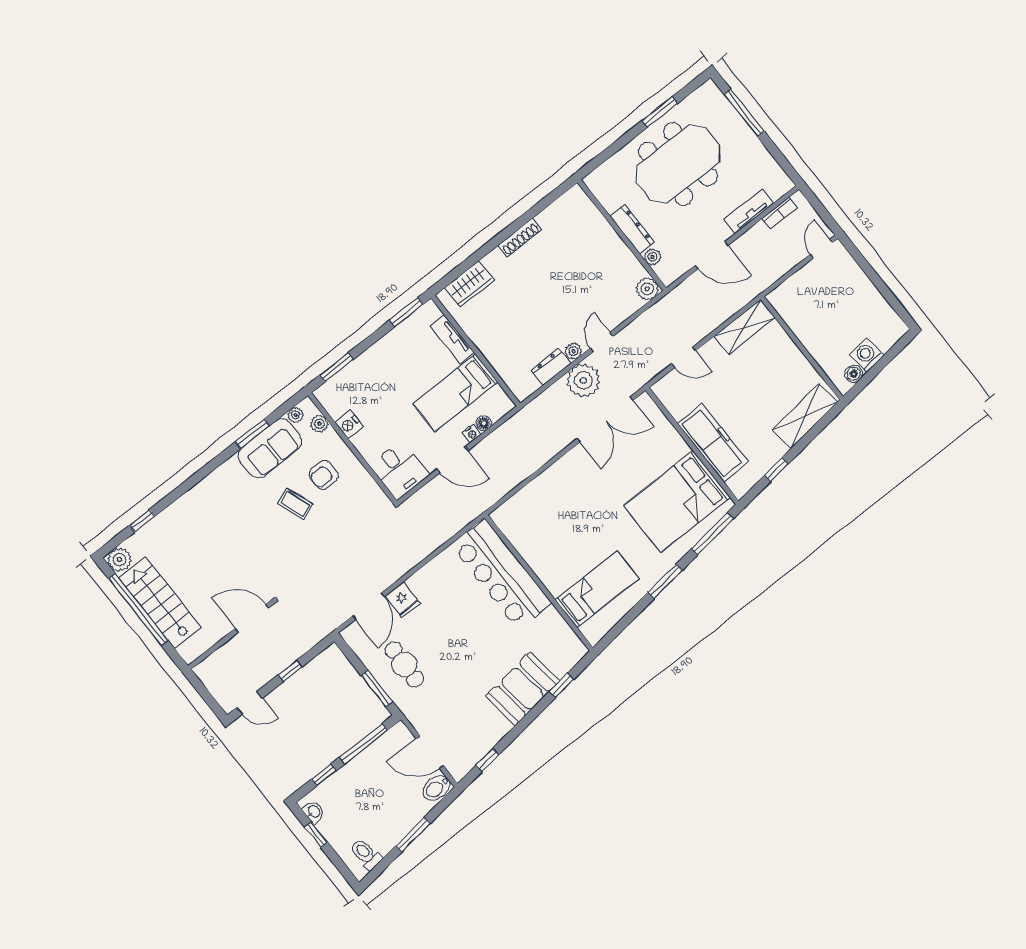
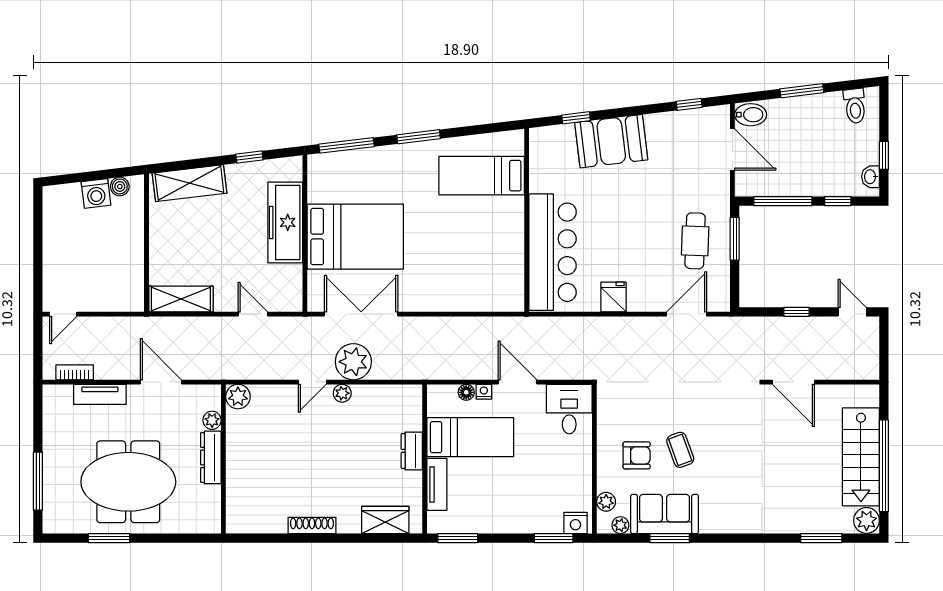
dresser: (551, 367) -> (412, 451), moved, turned 90
nightstand: (349, 425) -> (575, 523), moved, turned 90
bed: (677, 502) -> (355, 237), moved
window: (142, 521) -> (821, 538), width x1.50
fridge: (403, 600) -> (614, 297), moved

